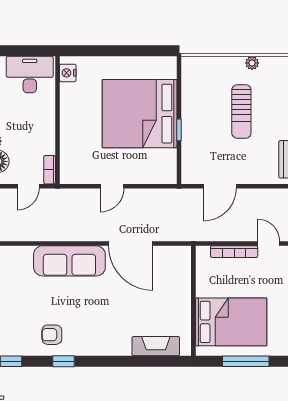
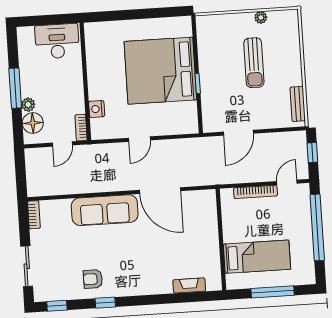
nightstand: (68, 73) -> (97, 109), moved
door: (269, 244) -> (287, 182), hinge flipped
bed: (231, 322) -> (257, 257), width x0.67
fireplace: (156, 346) -> (189, 285), width x0.73, depth x0.76

